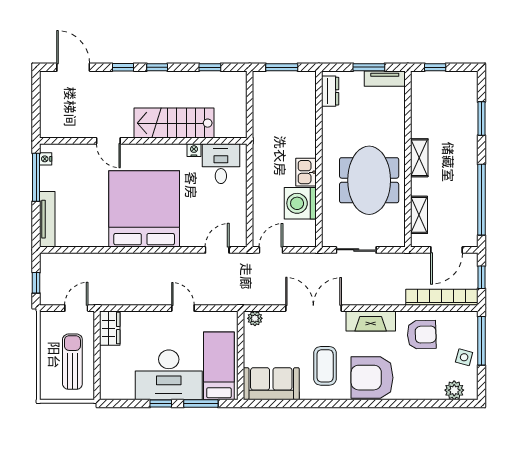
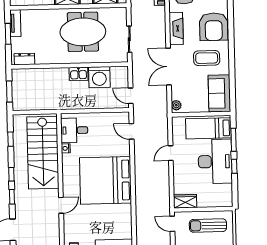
stairs: (174, 123) -> (43, 153), width x1.36, depth x1.51

